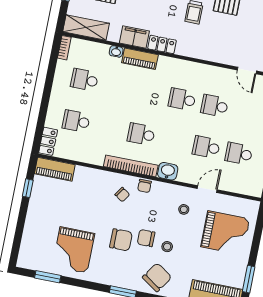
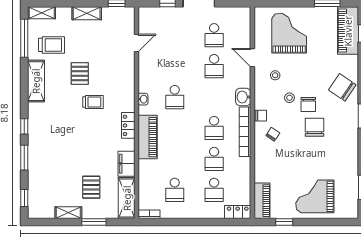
filing cabinet: (134, 37) -> (126, 164), moved
washbasin: (116, 51) -> (143, 99), moved
piano: (140, 59) -> (148, 137), width x1.37, depth x1.33
school desk: (214, 106) -> (214, 159), moved
stool: (167, 247) -> (289, 98), moved
grand piano: (74, 250) -> (315, 196), moved, turned 180

